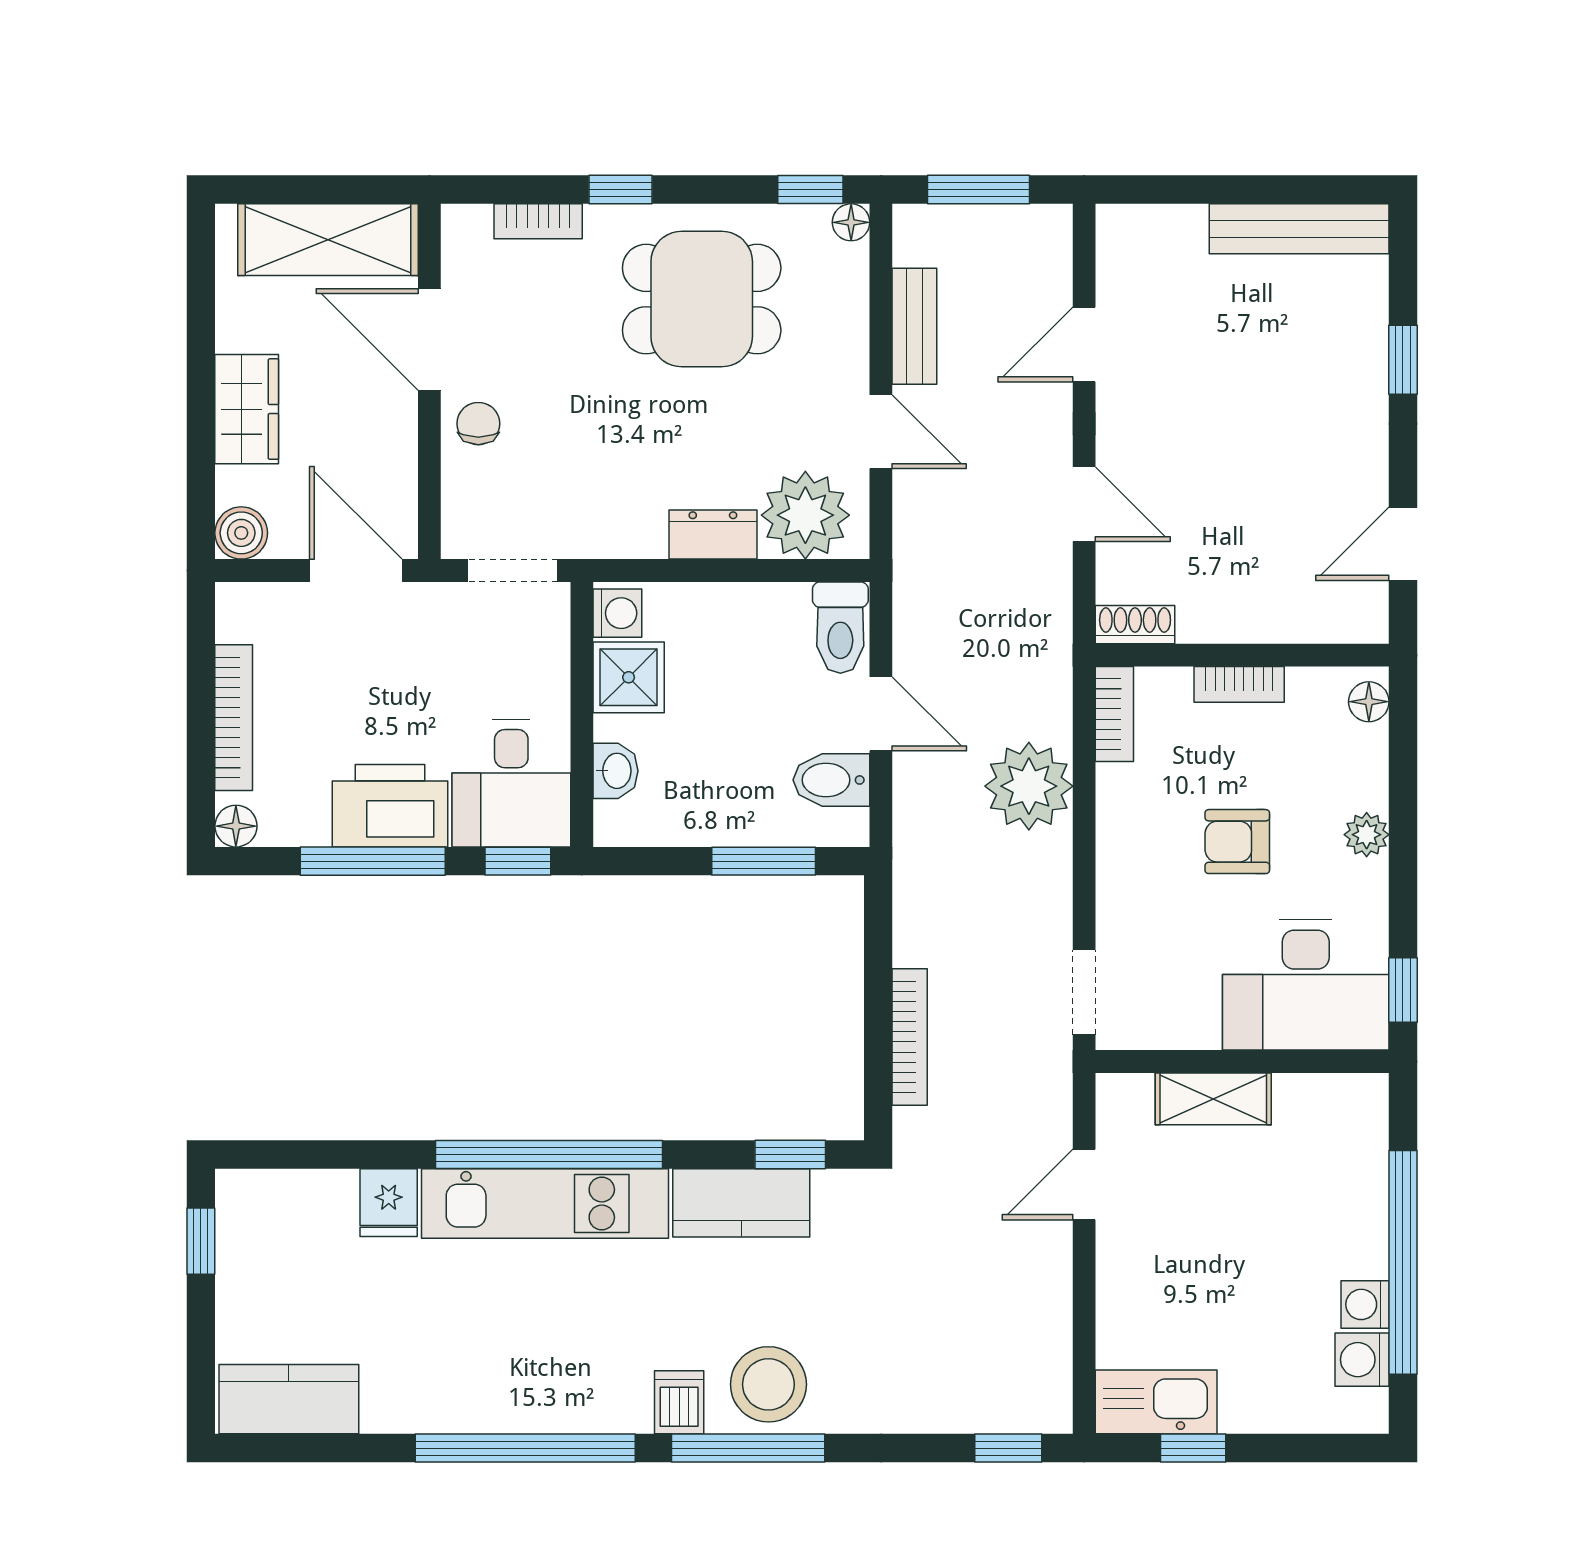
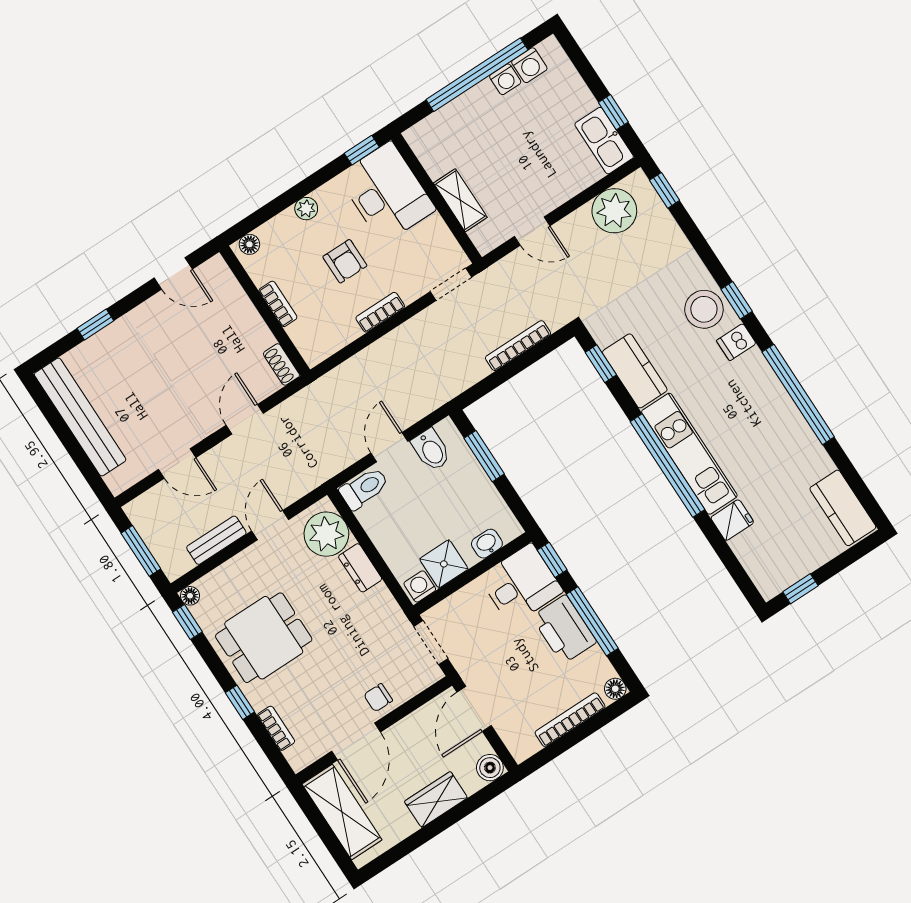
bench: (1299, 229) -> (80, 417), width x1.37, depth x1.21
dining table: (702, 299) -> (264, 638), turned 90
bookcase: (1114, 714) -> (380, 312), moved
plant: (1029, 786) -> (614, 211), moved
window: (748, 1448) -> (737, 300), width x0.46

